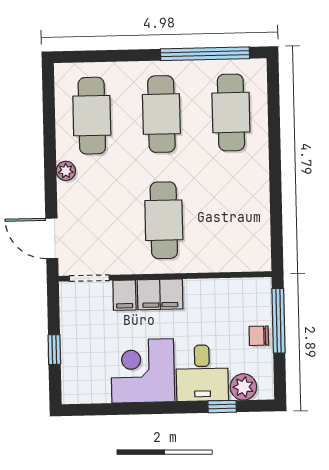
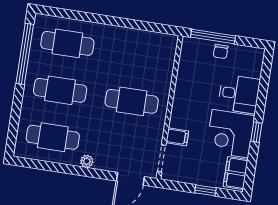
filing cabinet: (160, 294) -> (236, 173), moved, turned 180
plant: (243, 387) -> (253, 68), removed
window: (222, 407) -> (256, 132), moved

